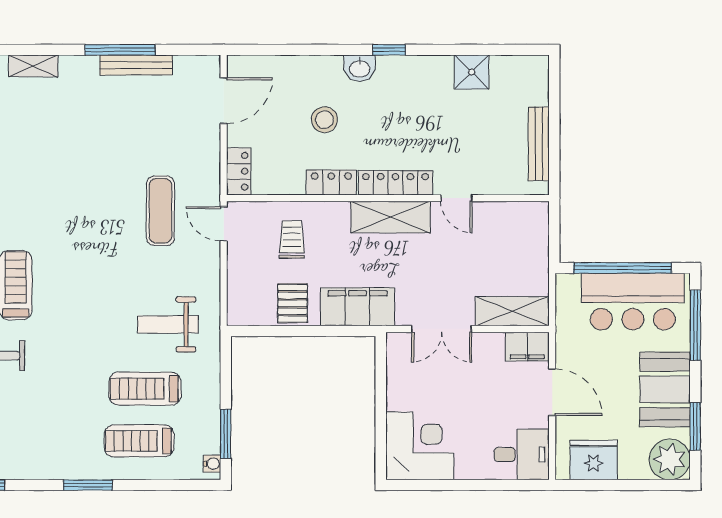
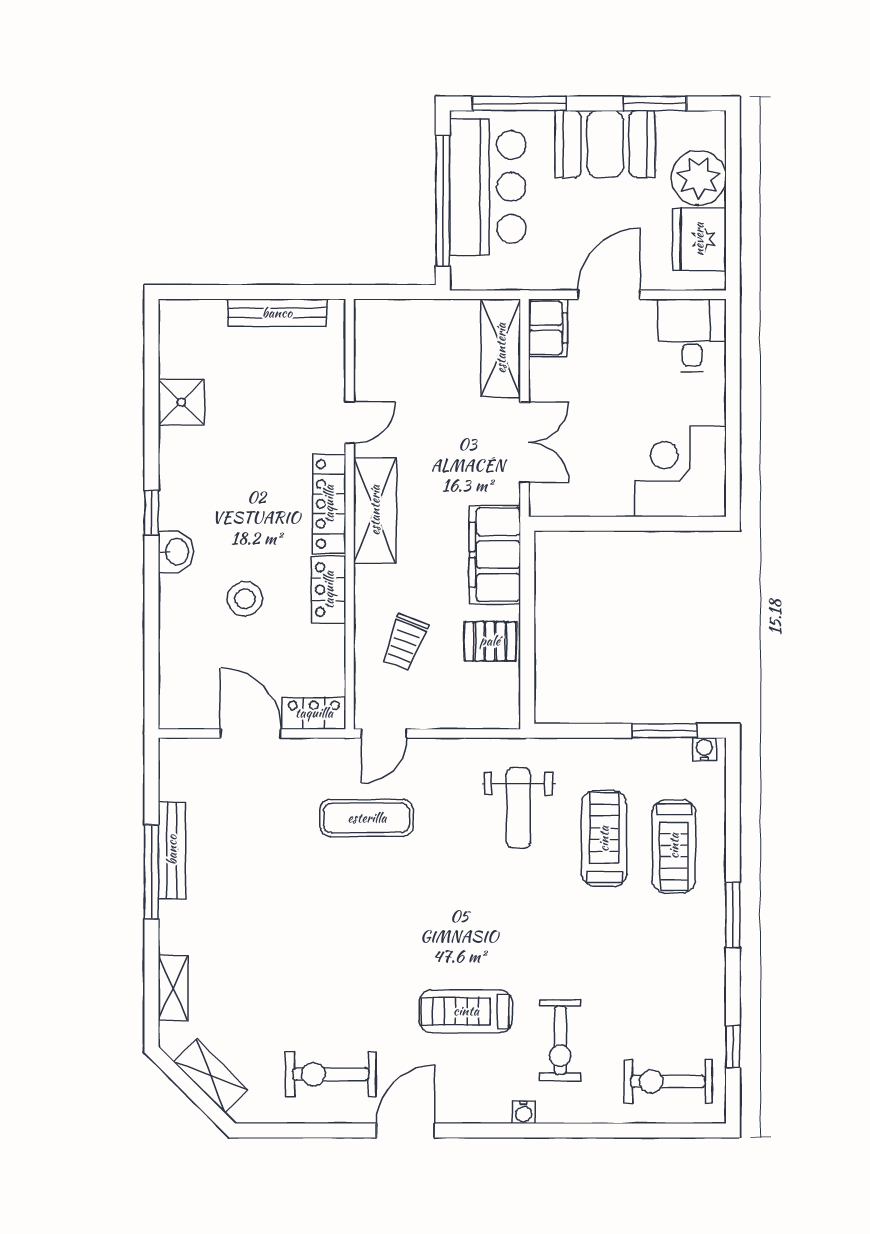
door: (224, 101) -> (251, 733), moved
trolley: (292, 240) -> (405, 642), turned -69
treadmill: (145, 389) -> (604, 839), turned 180
plant: (670, 459) -> (699, 178), moved

